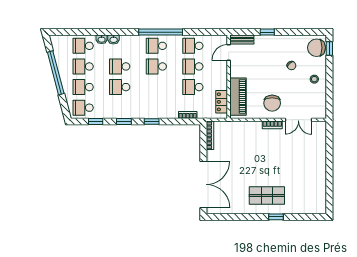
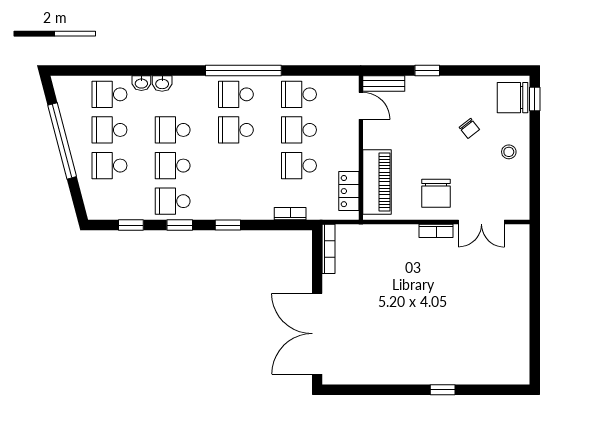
door: (229, 52) -> (361, 106), swing flipped
school desk: (83, 108) -> (173, 201), moved
double door: (203, 184) -> (317, 334), swing flipped
shop shelf: (267, 196) -> (427, 353), removed

